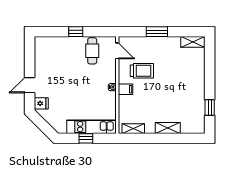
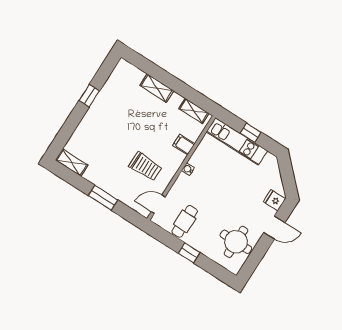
door: (117, 51) -> (158, 204), hinge flipped
round table: (49, 59) -> (236, 242), added
trolley: (142, 71) -> (145, 166), turned 180
filing cabinet: (126, 89) -> (184, 145), moved
window: (210, 107) -> (89, 96), moved

